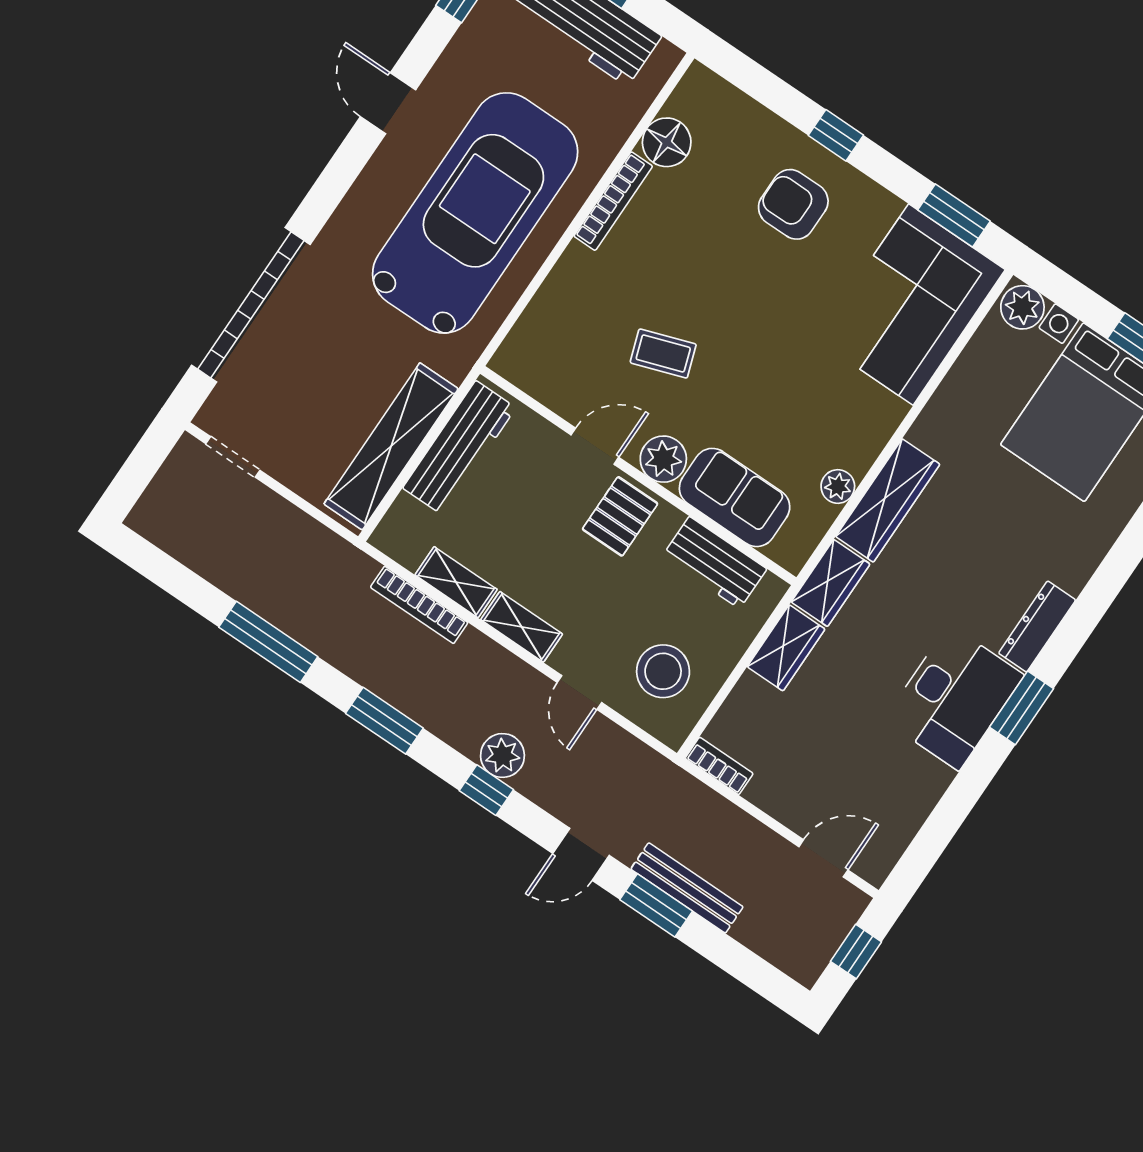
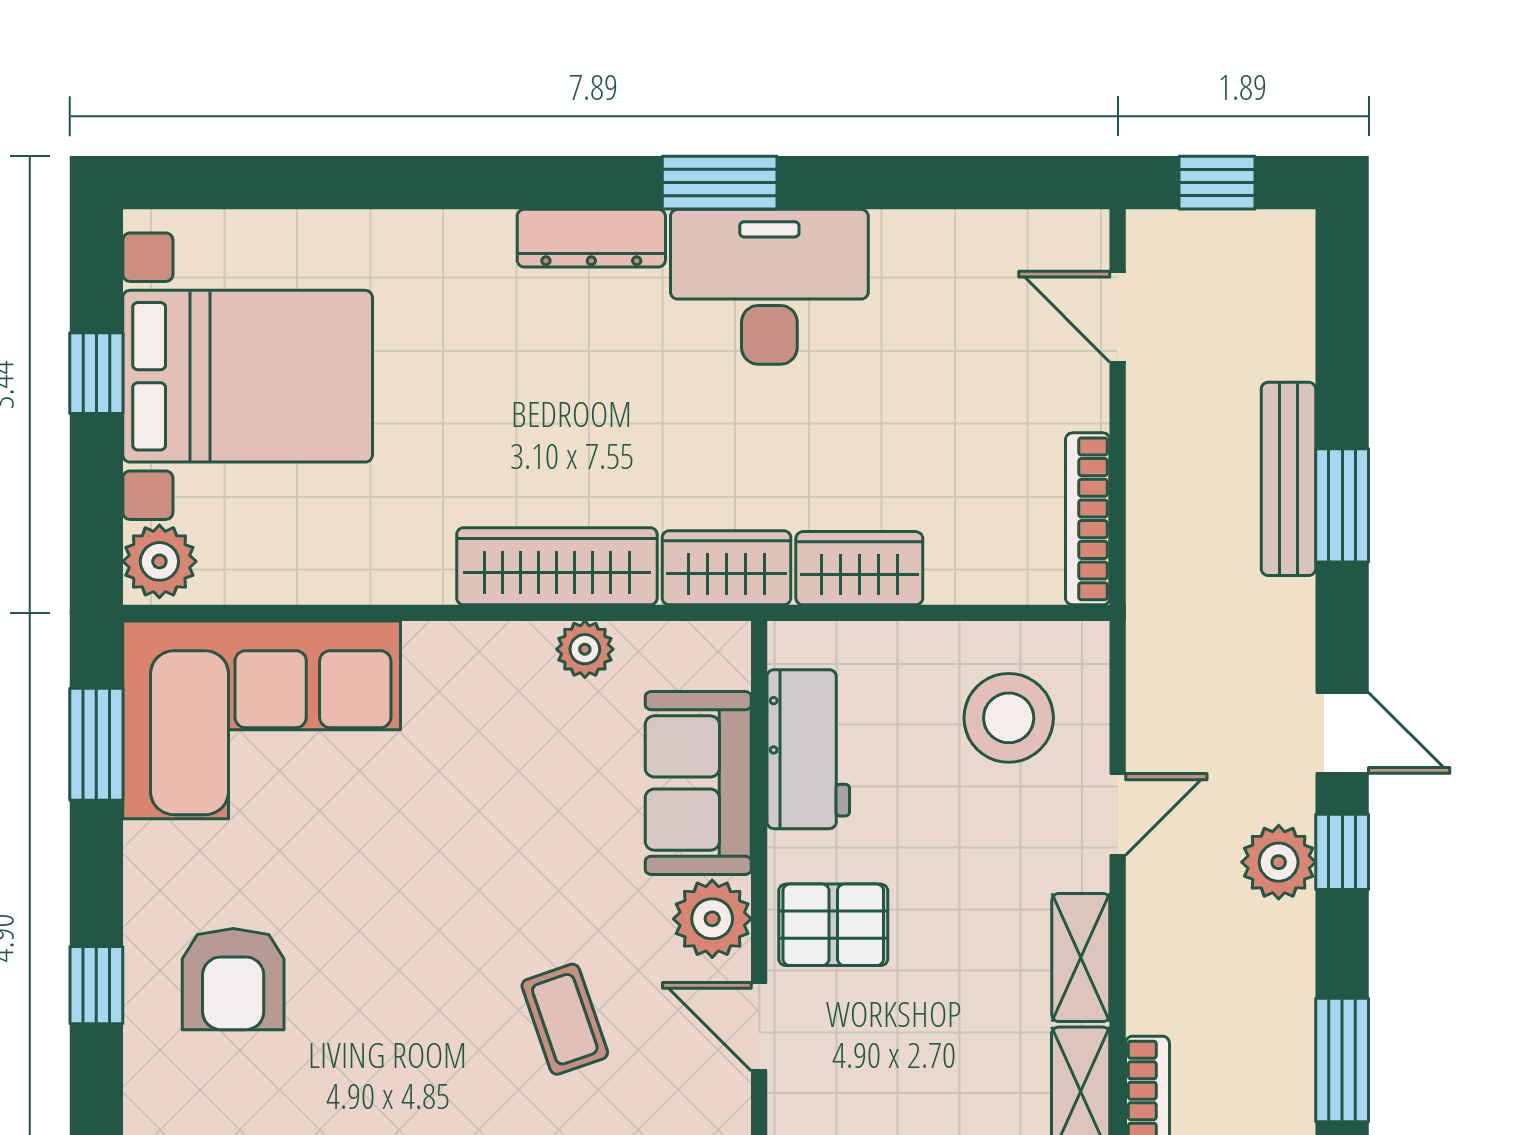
bookcase: (719, 766) -> (1088, 519), width x1.56
door: (581, 854) -> (1342, 733), moved

